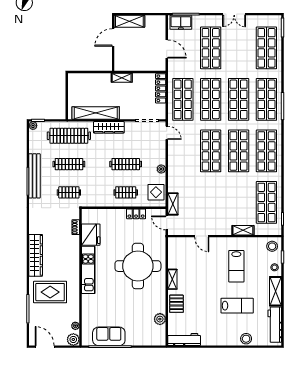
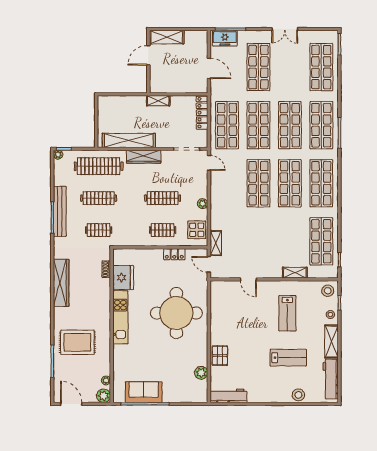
wardrobe: (36, 255) -> (61, 283), moved
shelving: (172, 279) -> (215, 328), removed

